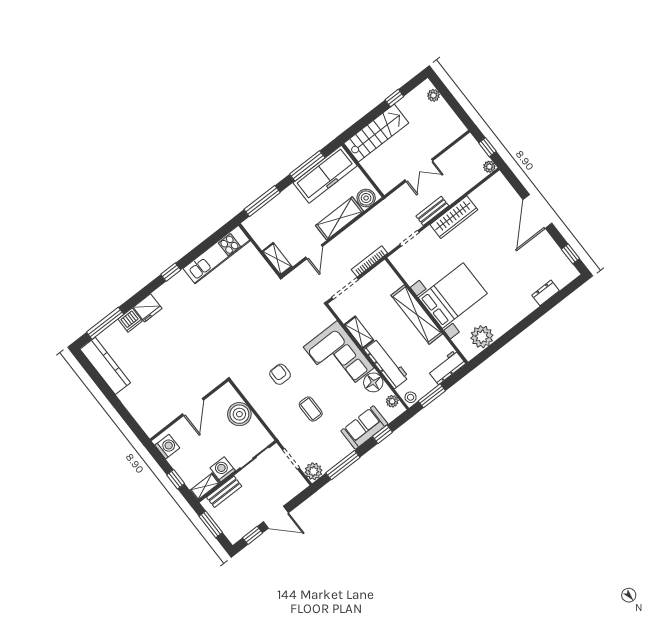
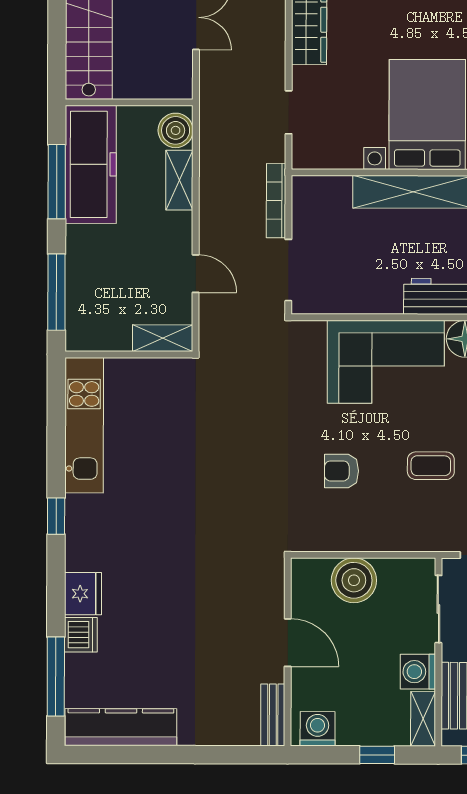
bench: (432, 211) -> (273, 715), moved
shelving: (339, 218) -> (179, 180), width x0.67, depth x0.75
shelving: (359, 332) -> (372, 301), removed

